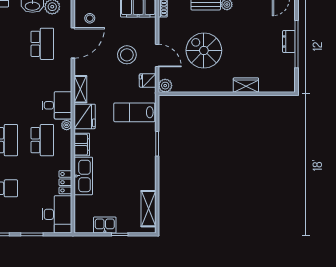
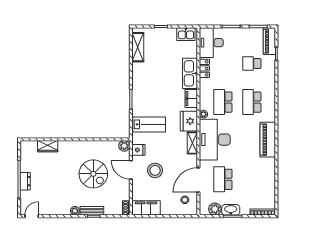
wardrobe: (246, 85) -> (48, 146), moved
desk: (57, 105) -> (215, 140), width x1.87, depth x1.30
kitchen sink: (105, 225) -> (186, 34), moved

